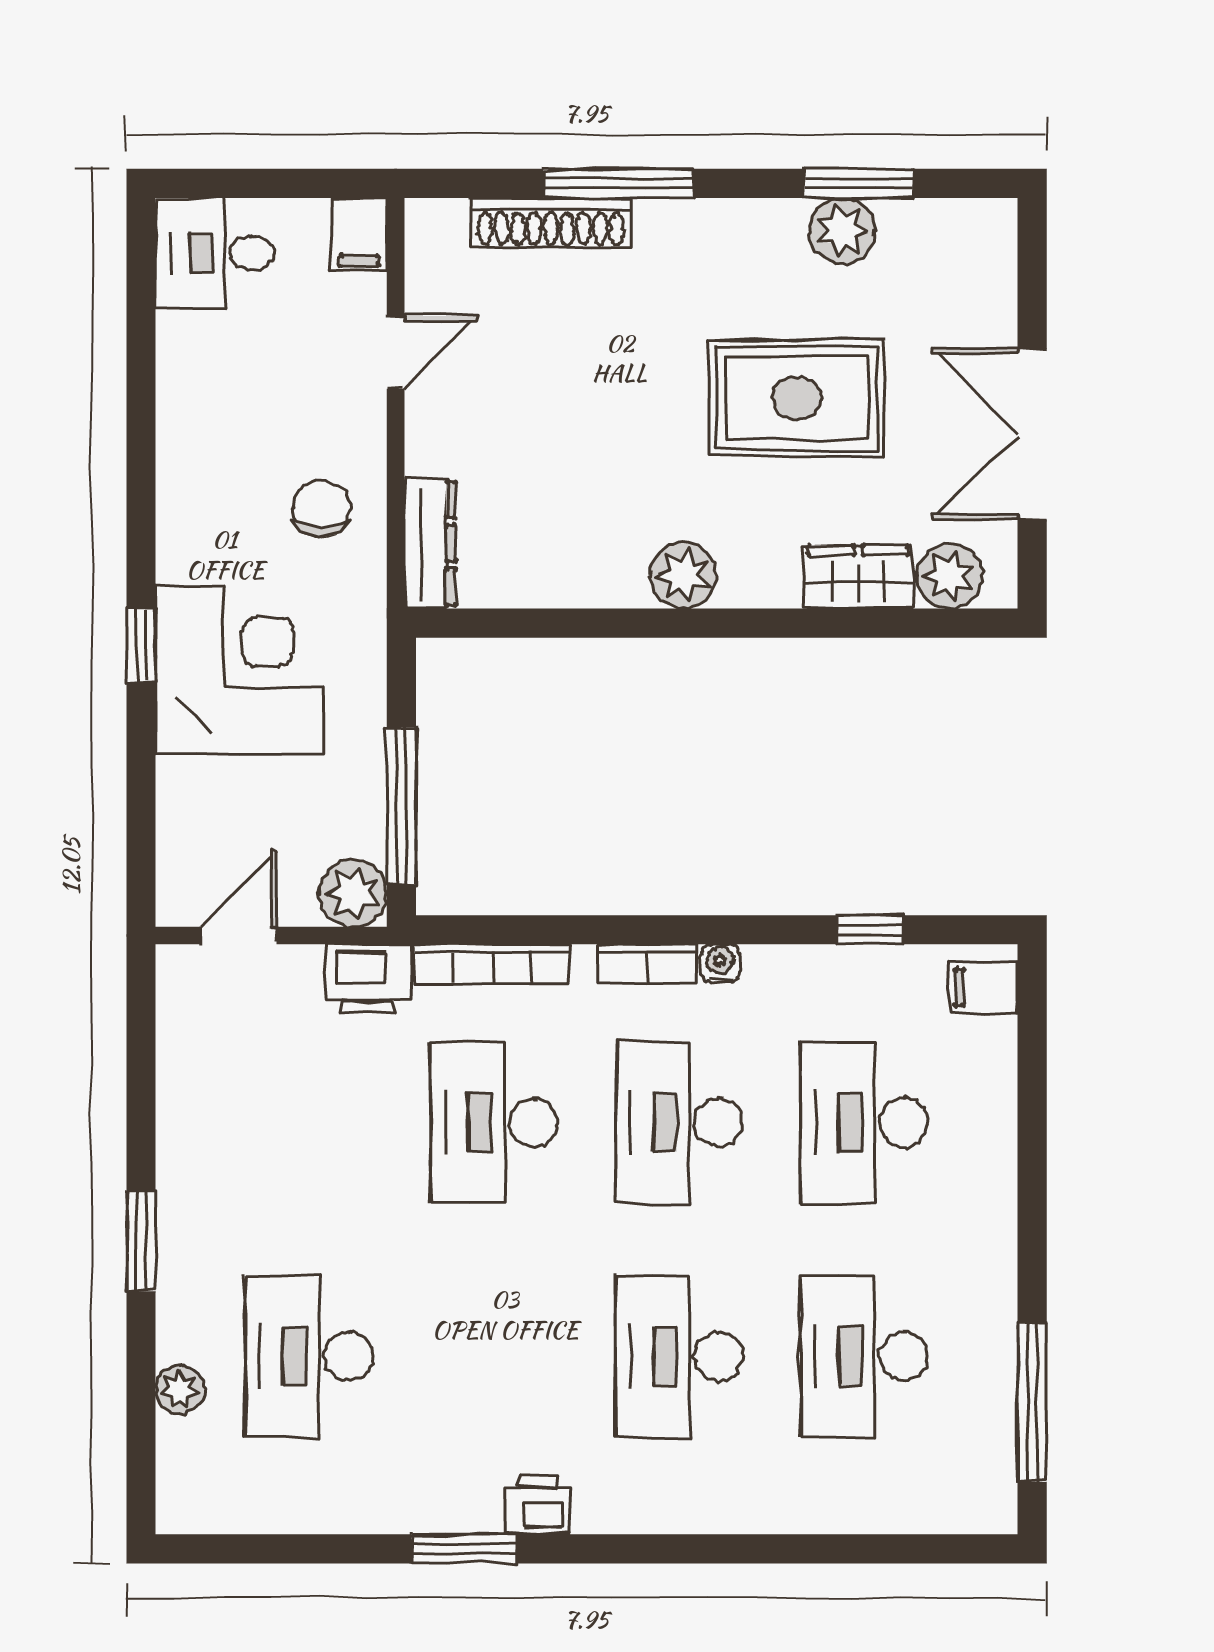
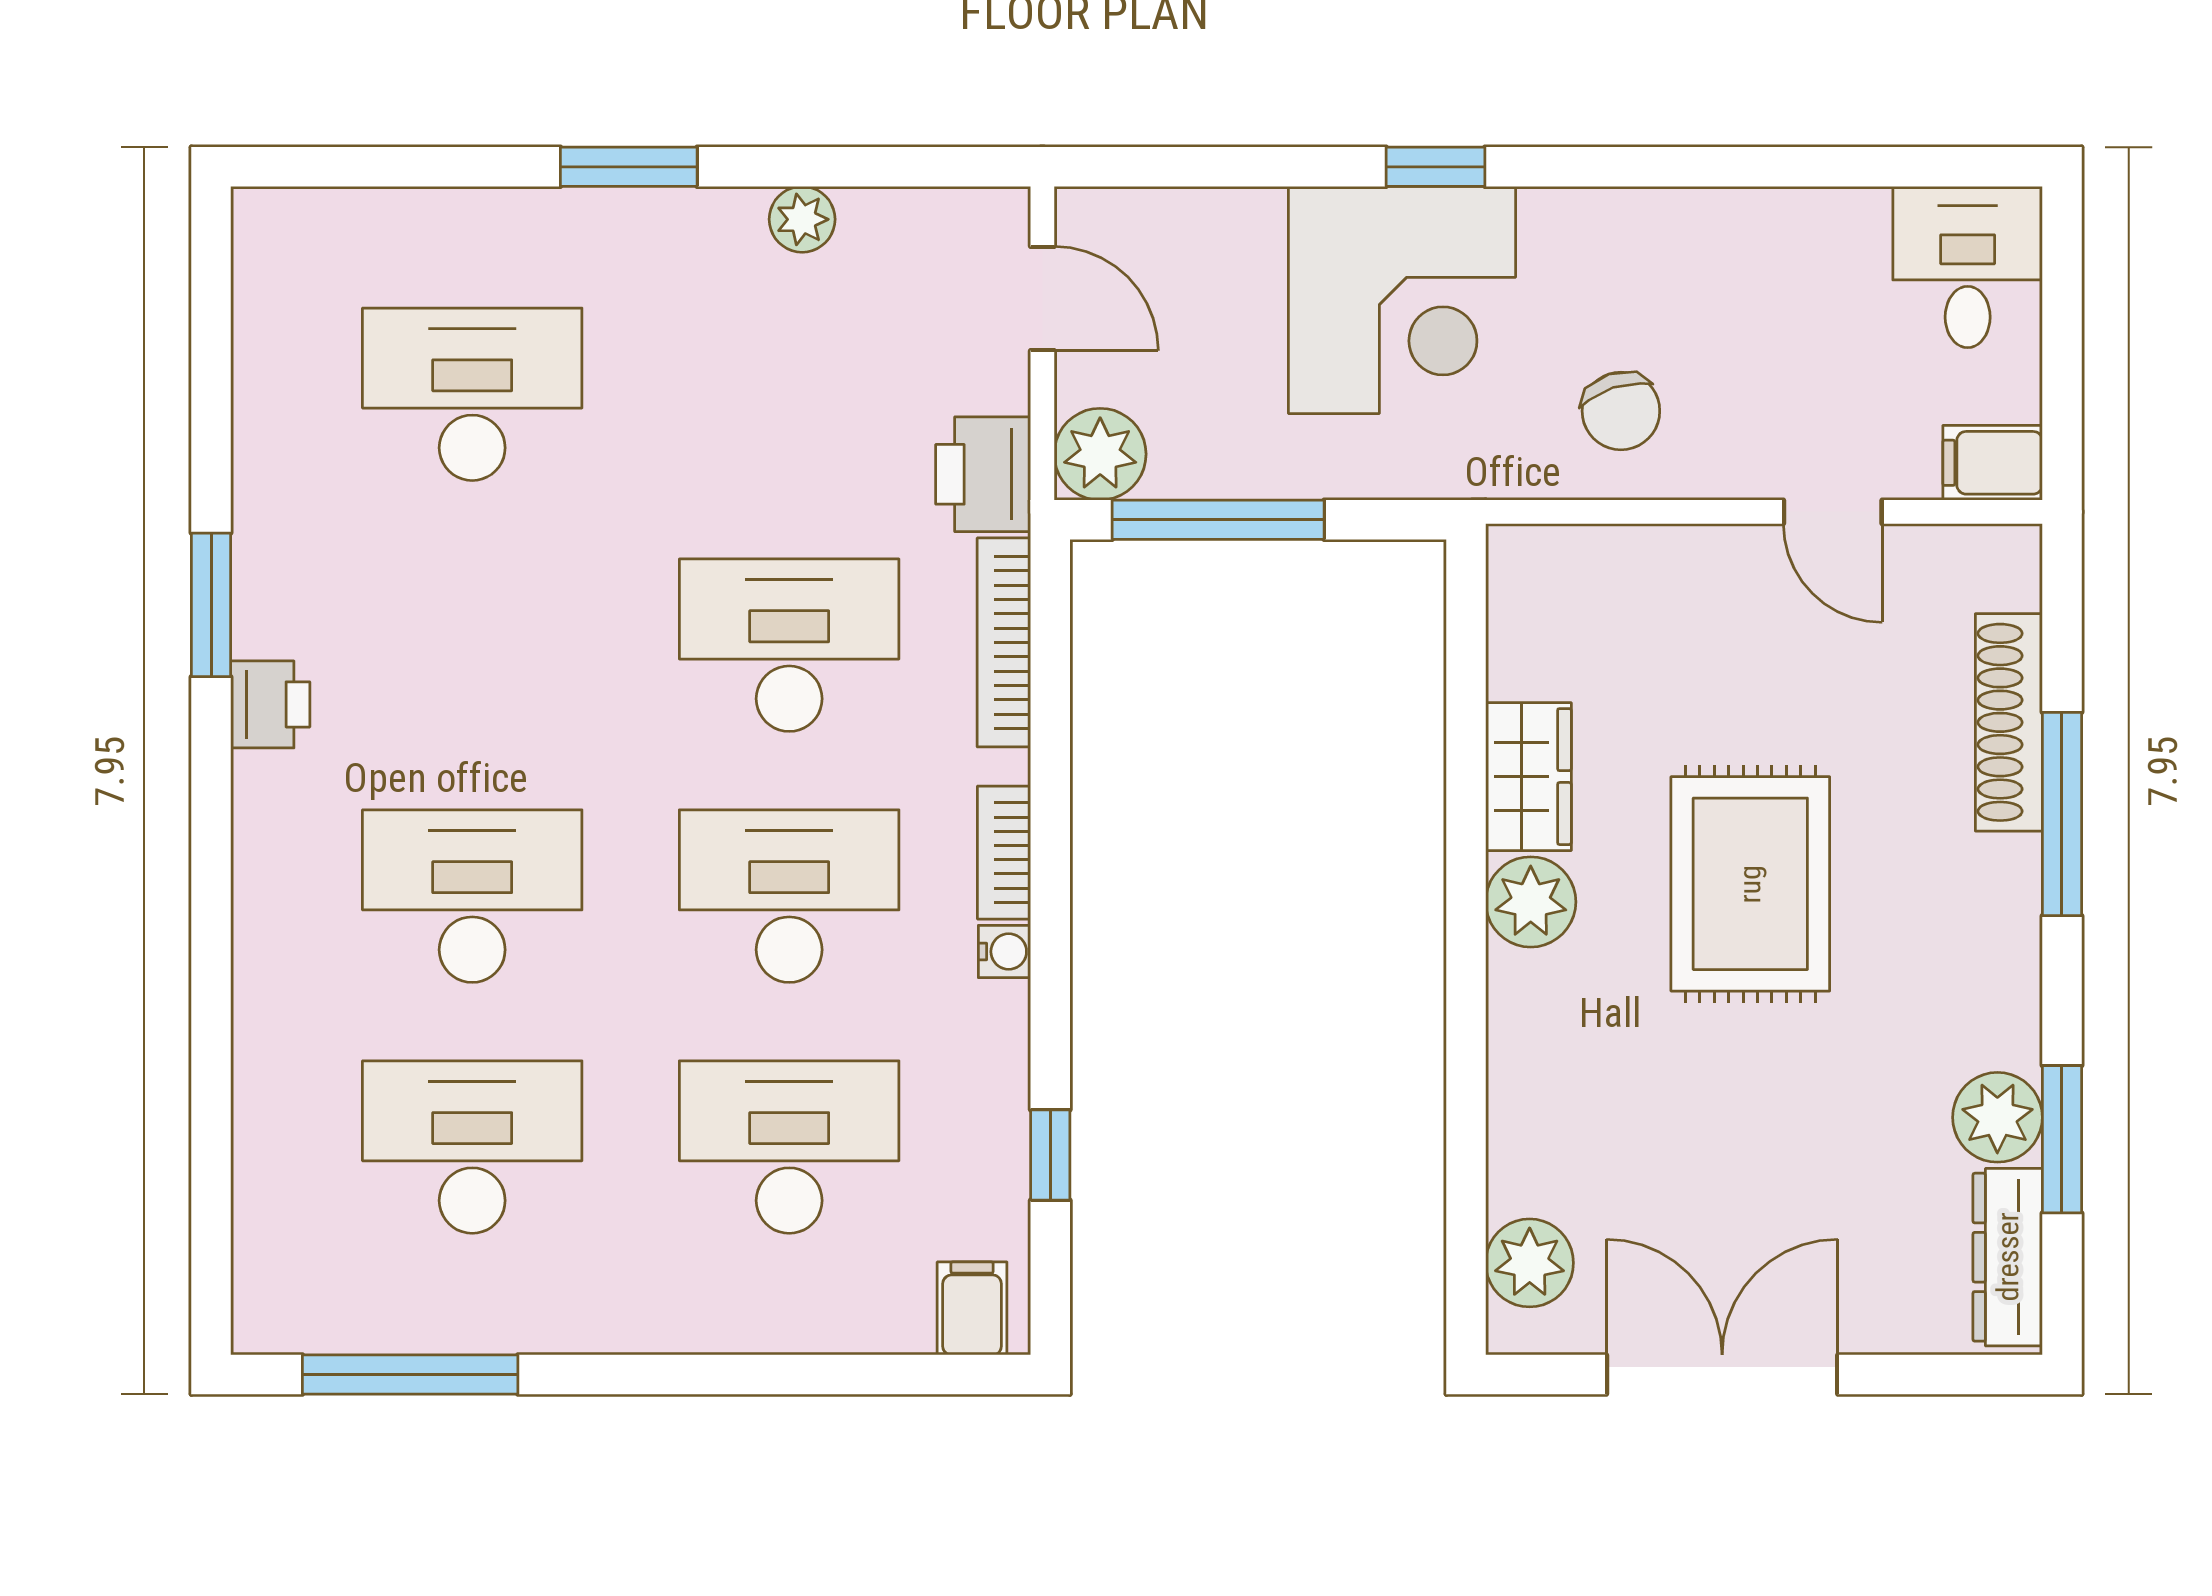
rug: (797, 398) -> (1750, 884), moved
chair: (321, 509) -> (1621, 411), turned 72
dresser: (430, 543) -> (2008, 1257), moved, turned 90
wardrobe: (858, 577) -> (1528, 777), moved
plant: (180, 1390) -> (802, 219), moved

